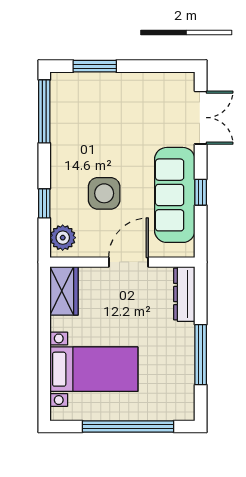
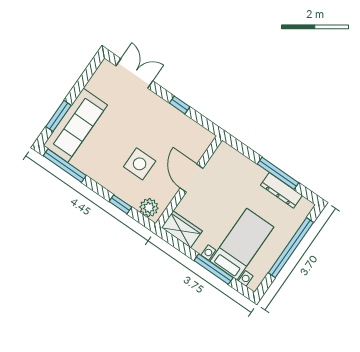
sofa: (175, 195) -> (75, 125), moved, turned -90
dresser: (184, 294) -> (281, 190), moved
window: (44, 357) -> (214, 269), added

